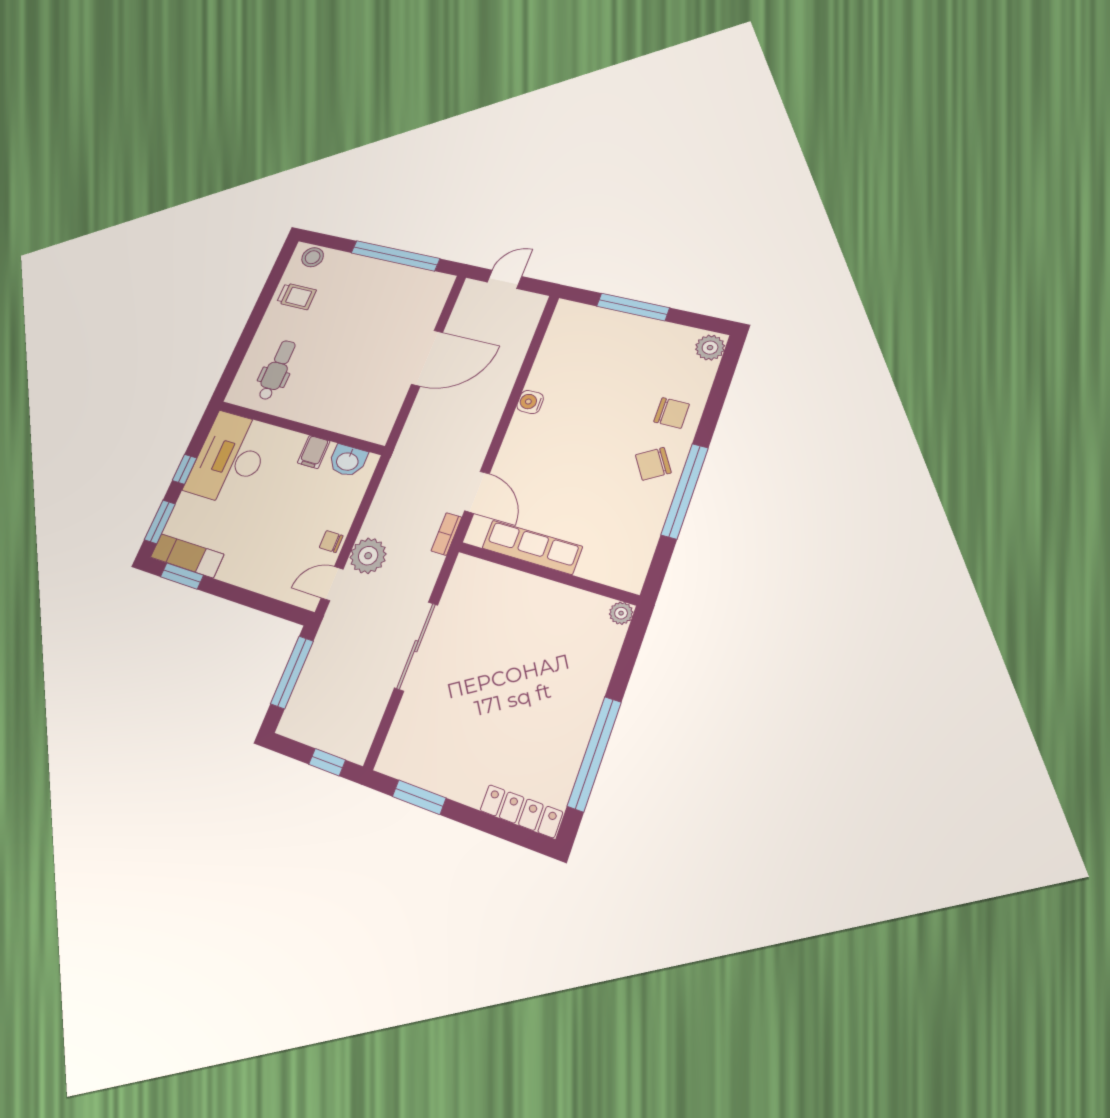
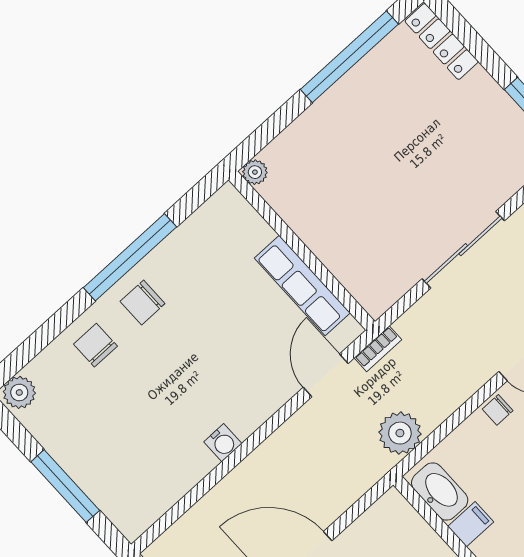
washbasin: (348, 461) -> (440, 491), width x1.38
chair: (653, 464) -> (143, 303), turned 122
chair: (331, 542) -> (498, 410), turned 90
plant: (368, 556) -> (400, 433), moved

